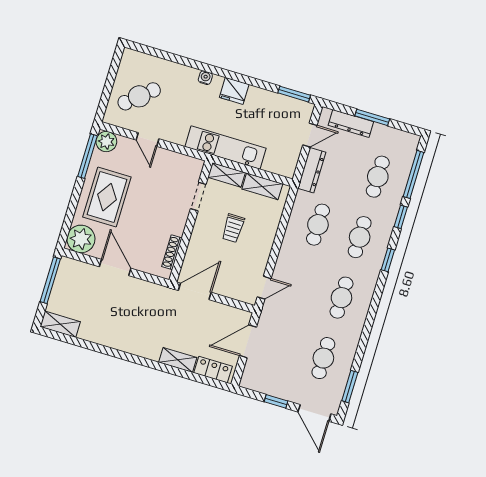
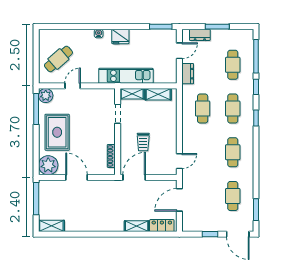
dresser: (351, 123) -> (200, 35), width x0.70
door: (147, 139) -> (73, 86), swing flipped
dresser: (312, 170) -> (188, 74), width x0.70
trolley: (233, 228) -> (143, 142), moved

